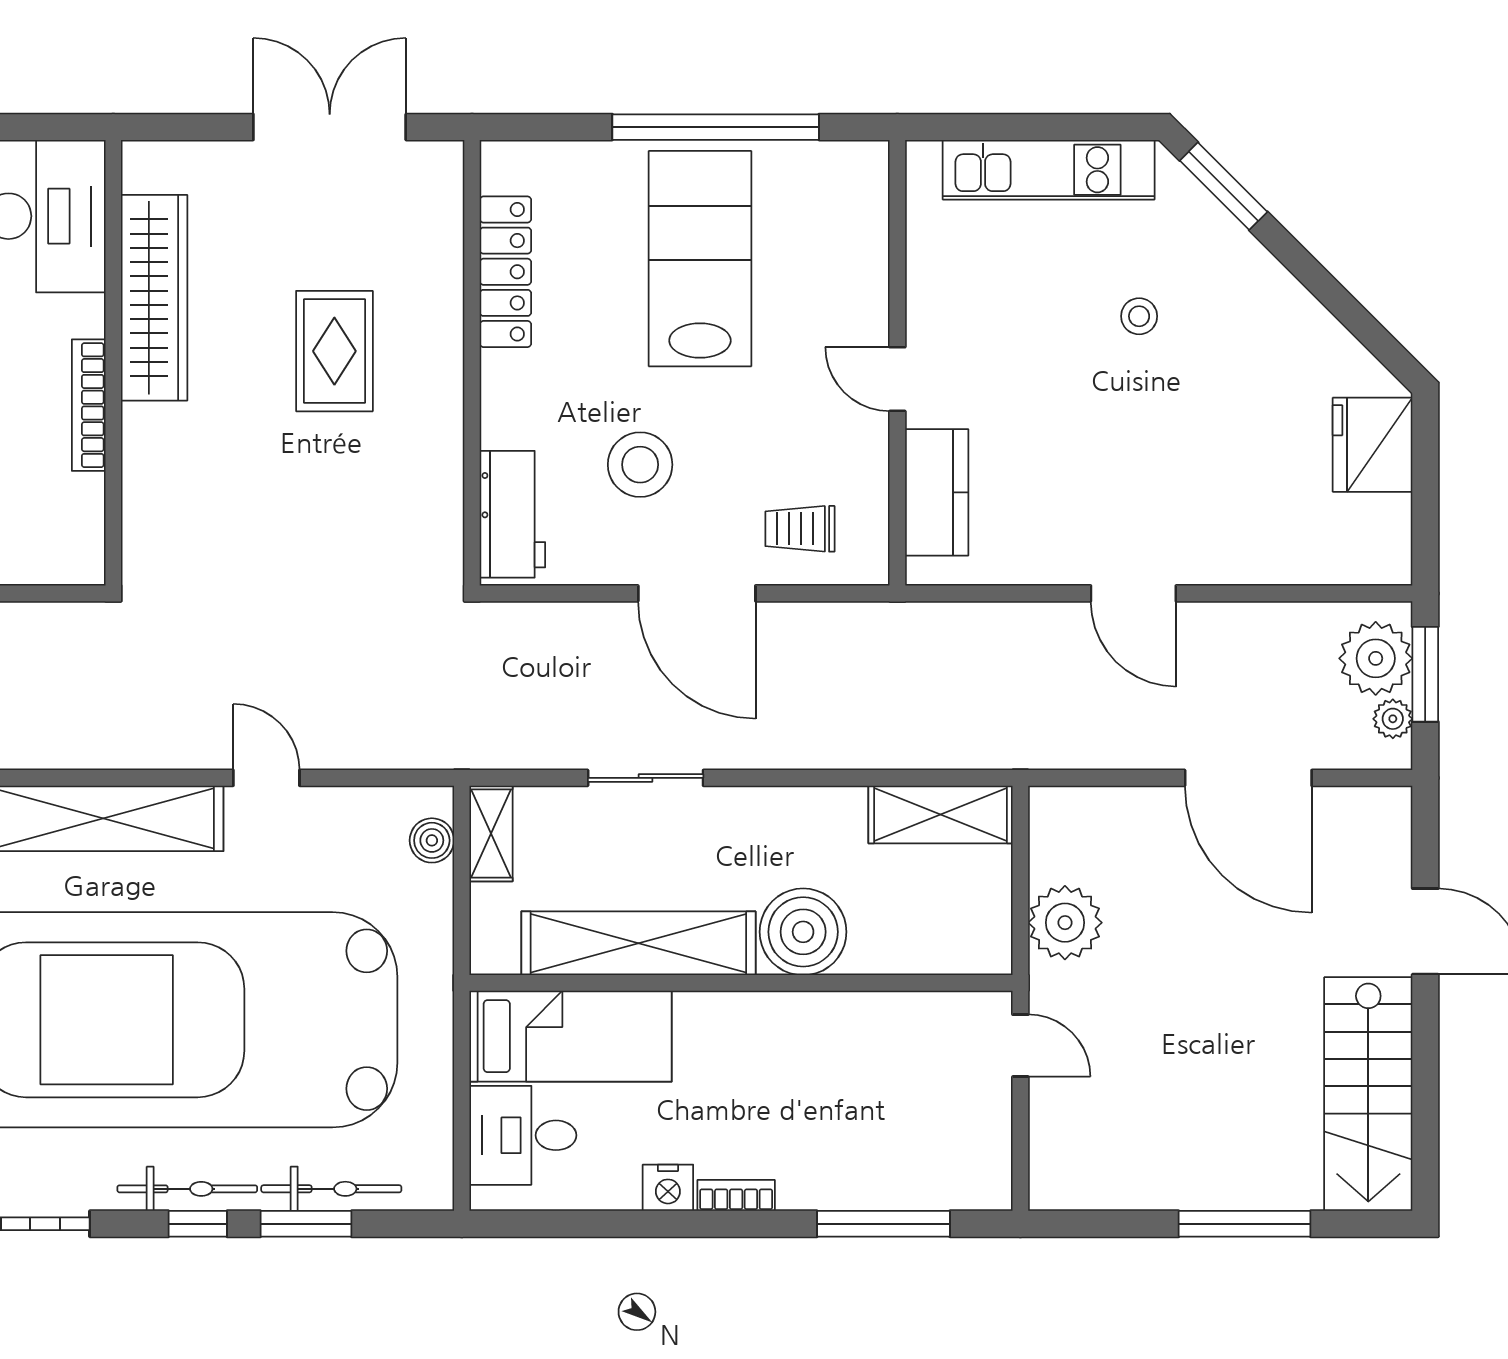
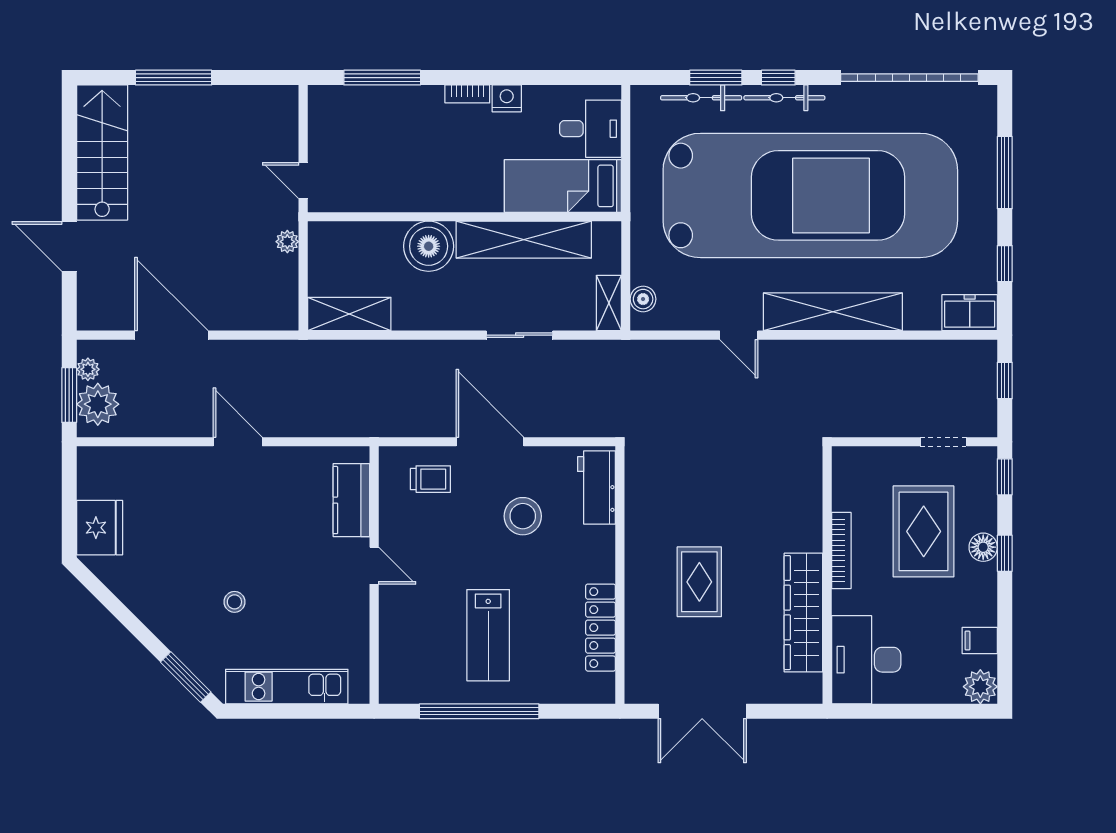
lab bench: (700, 259) -> (488, 635), width x0.73, depth x0.72
plant: (1065, 923) -> (287, 242), width x0.53, depth x0.53

